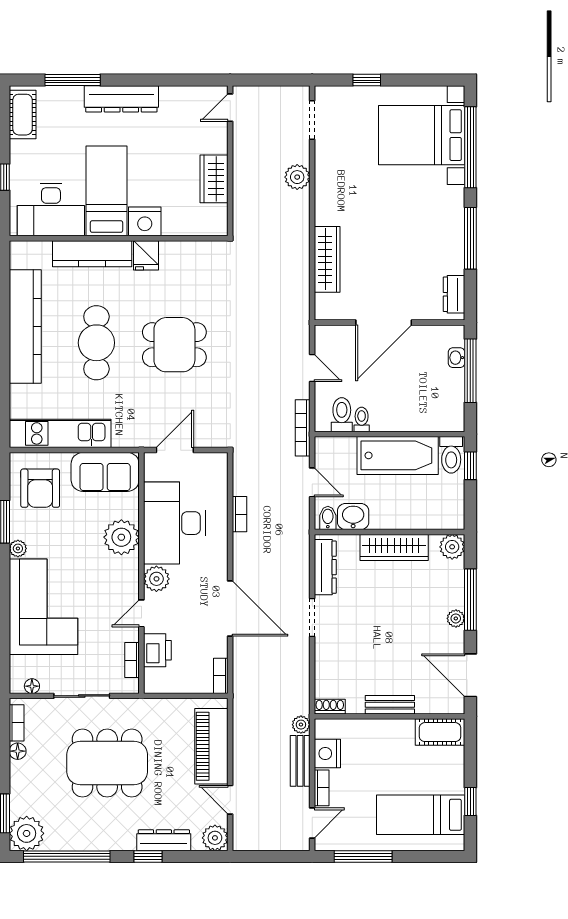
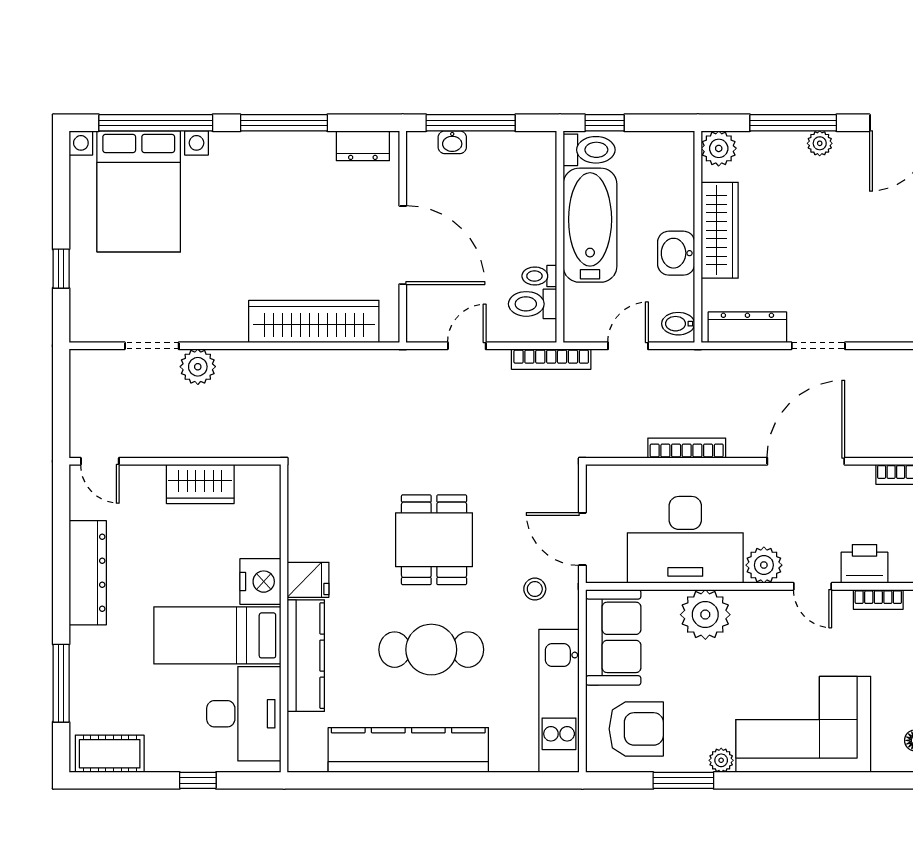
dresser: (121, 99) -> (88, 573), moved
doorway: (312, 120) -> (152, 346), moved
wardrobe: (327, 259) -> (314, 321), width x1.40, depth x1.17
stool: (139, 416) -> (535, 589), added
bookcase: (239, 514) -> (687, 448), width x1.56
washbasin: (353, 517) -> (676, 253), moved

